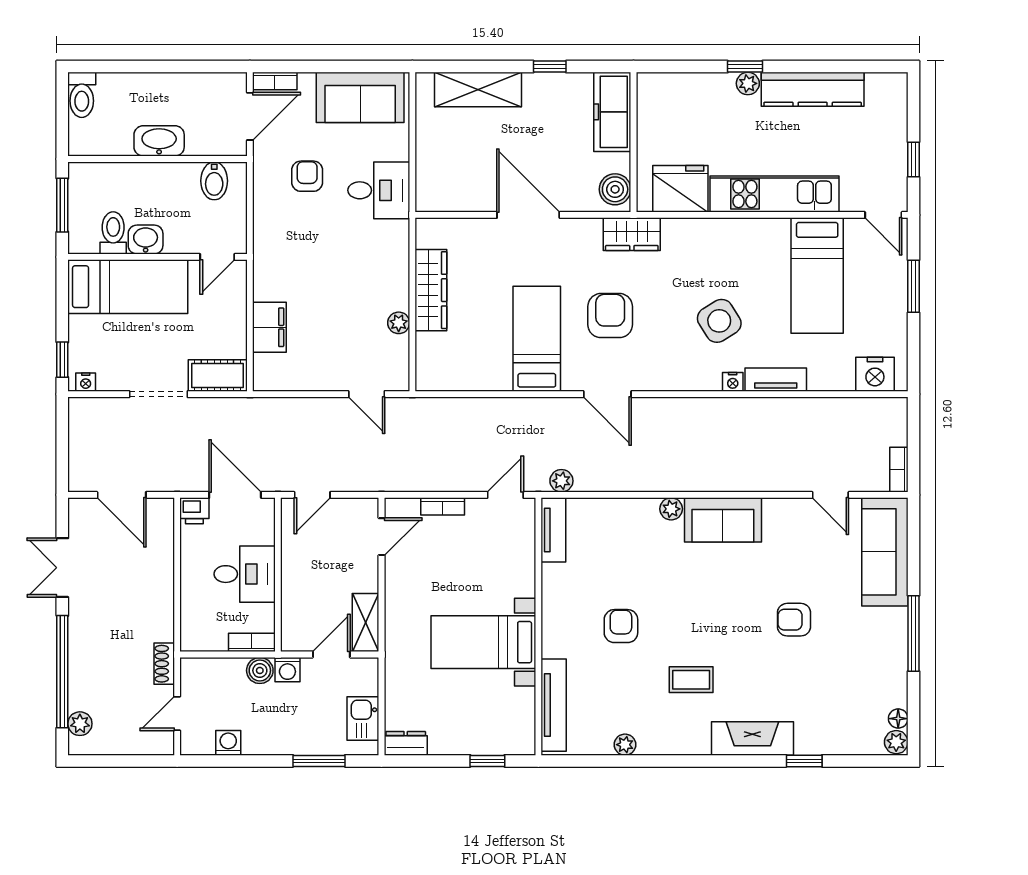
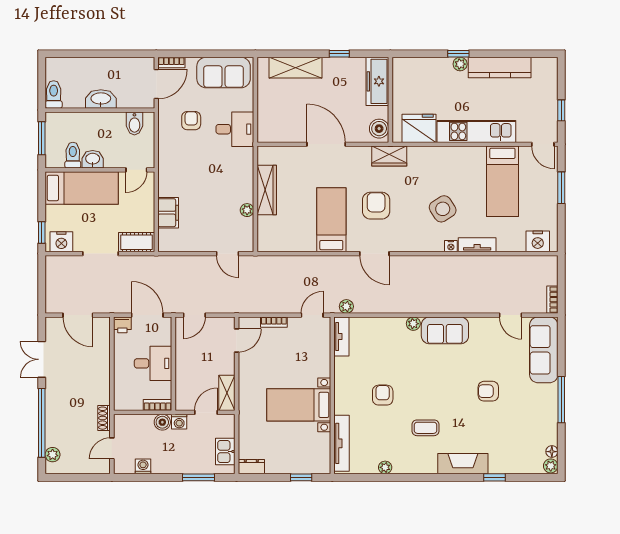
toilet: (82, 95) -> (54, 94), moved, turned 180
nightstand: (86, 382) -> (61, 242), width x1.89, depth x1.79

